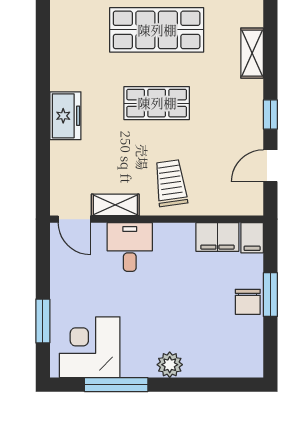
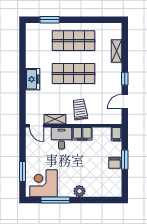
shop shelf: (157, 103) -> (74, 74), width x1.43, depth x1.36
filing cabinet: (217, 237) -> (82, 134), moved

